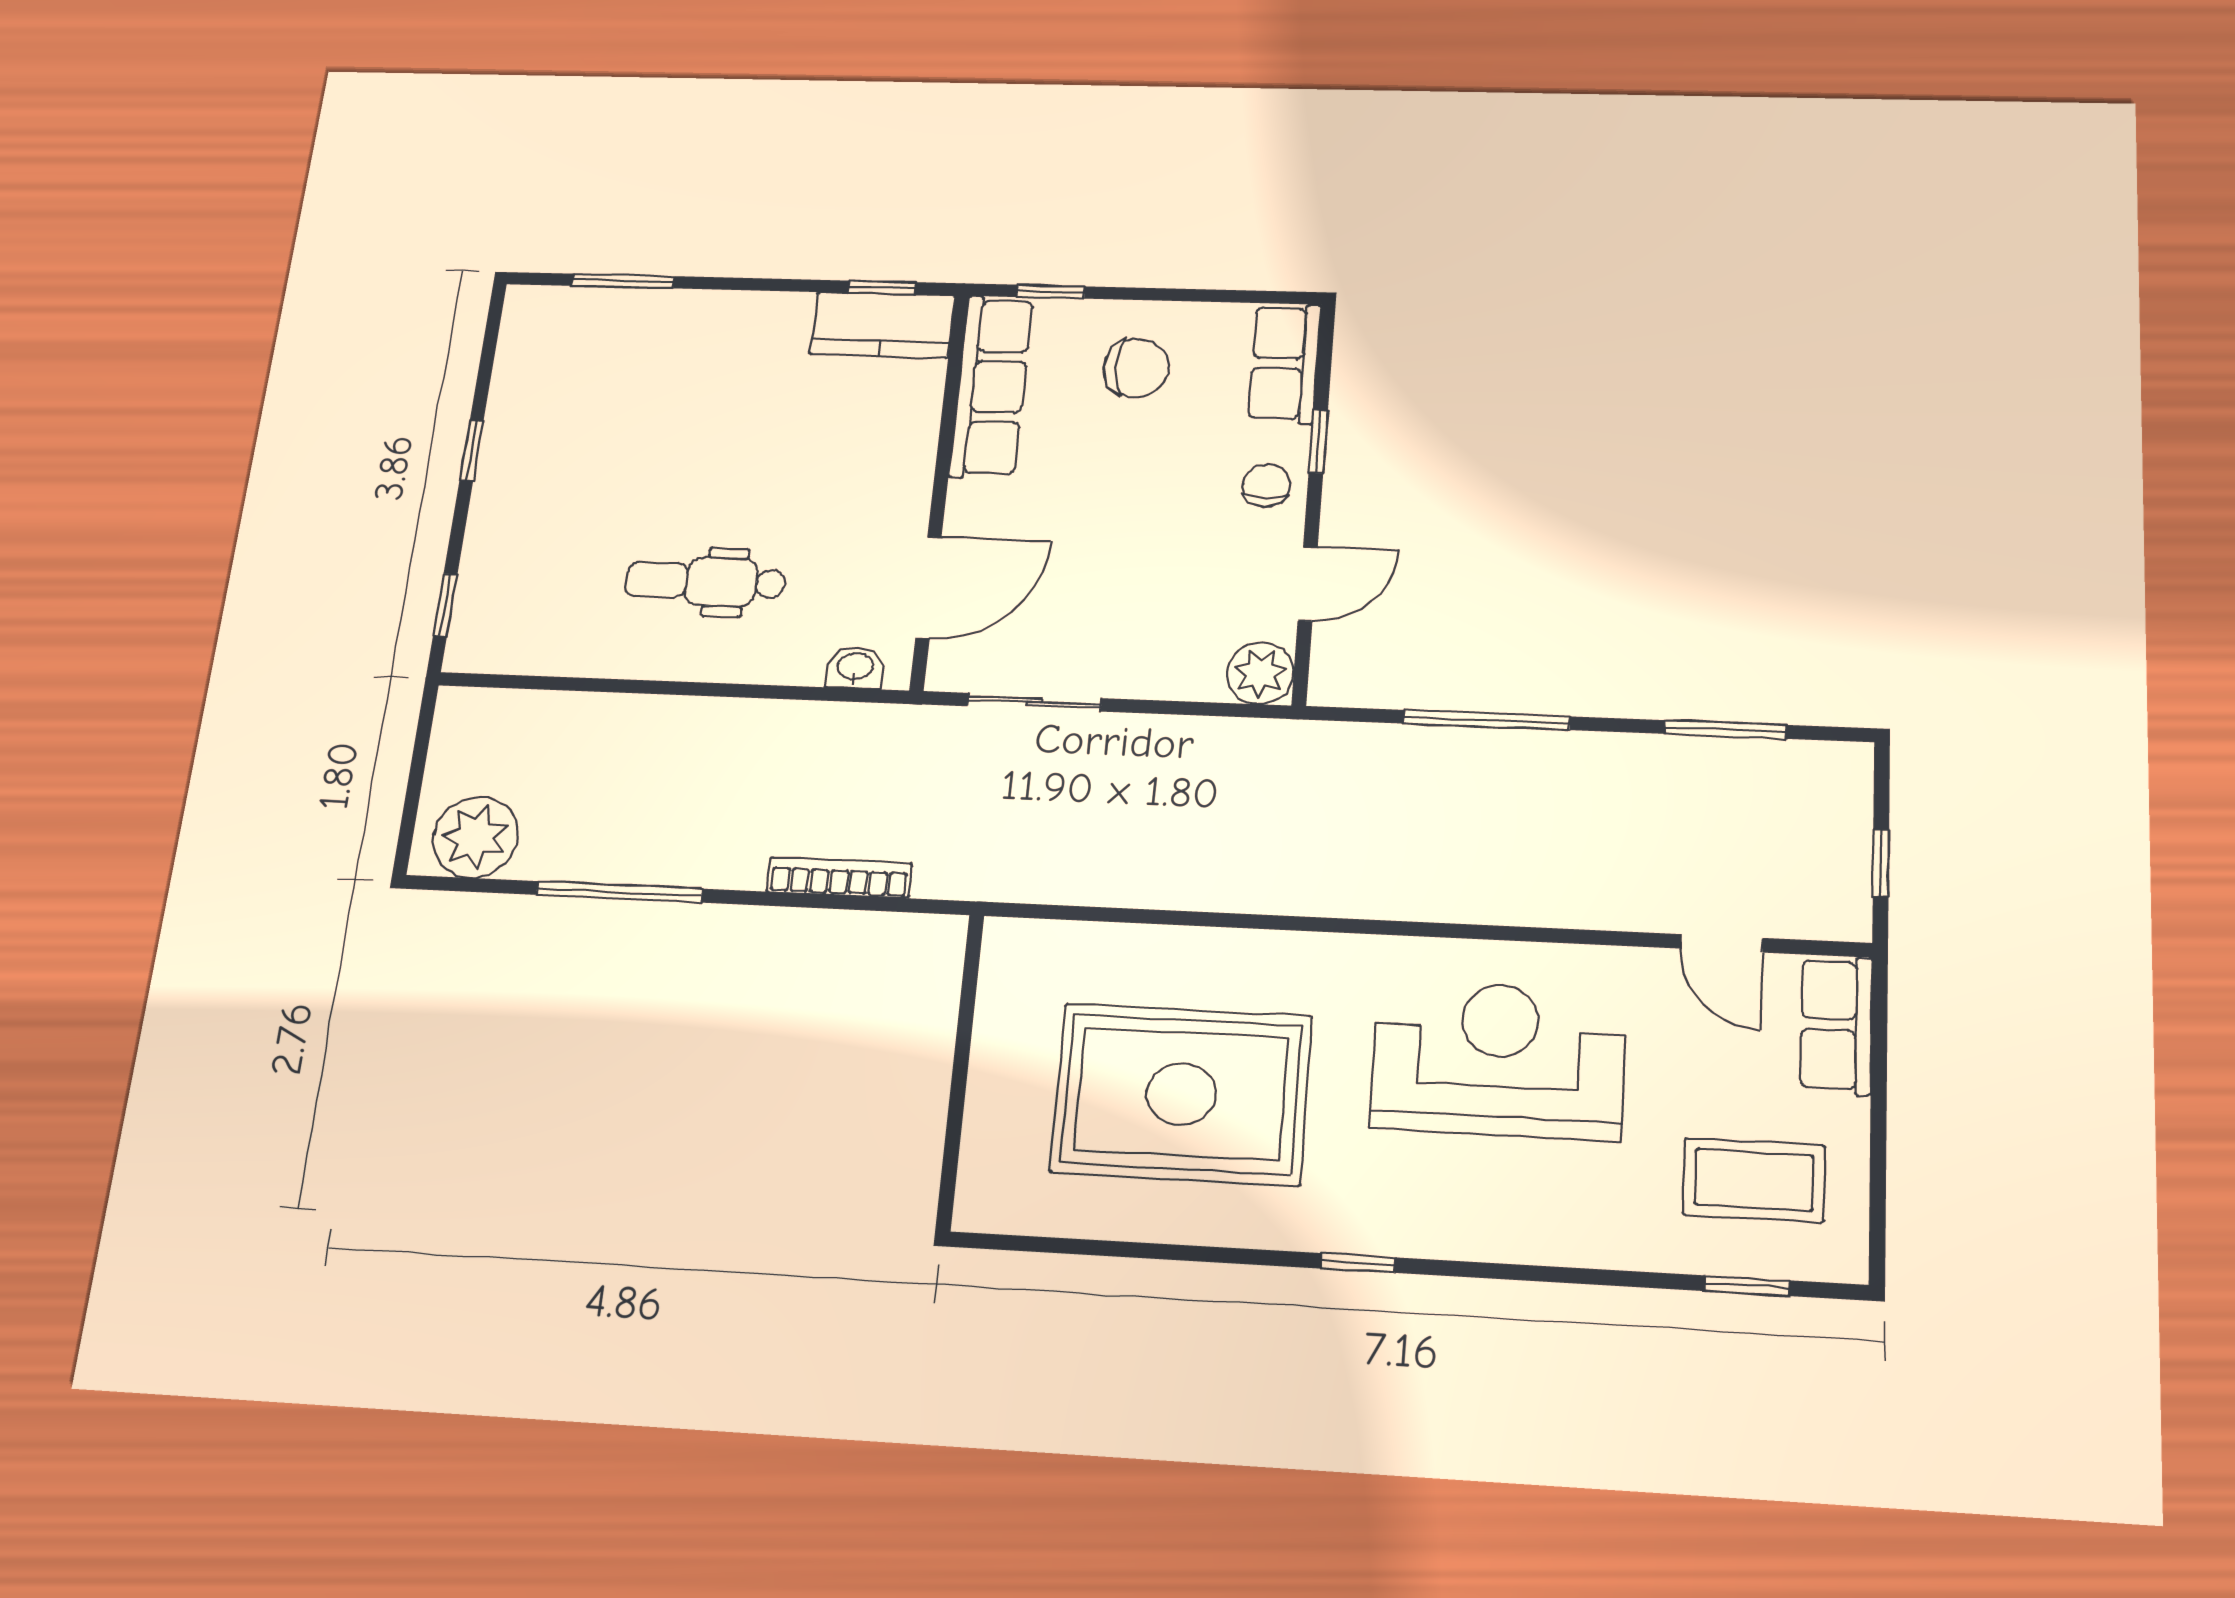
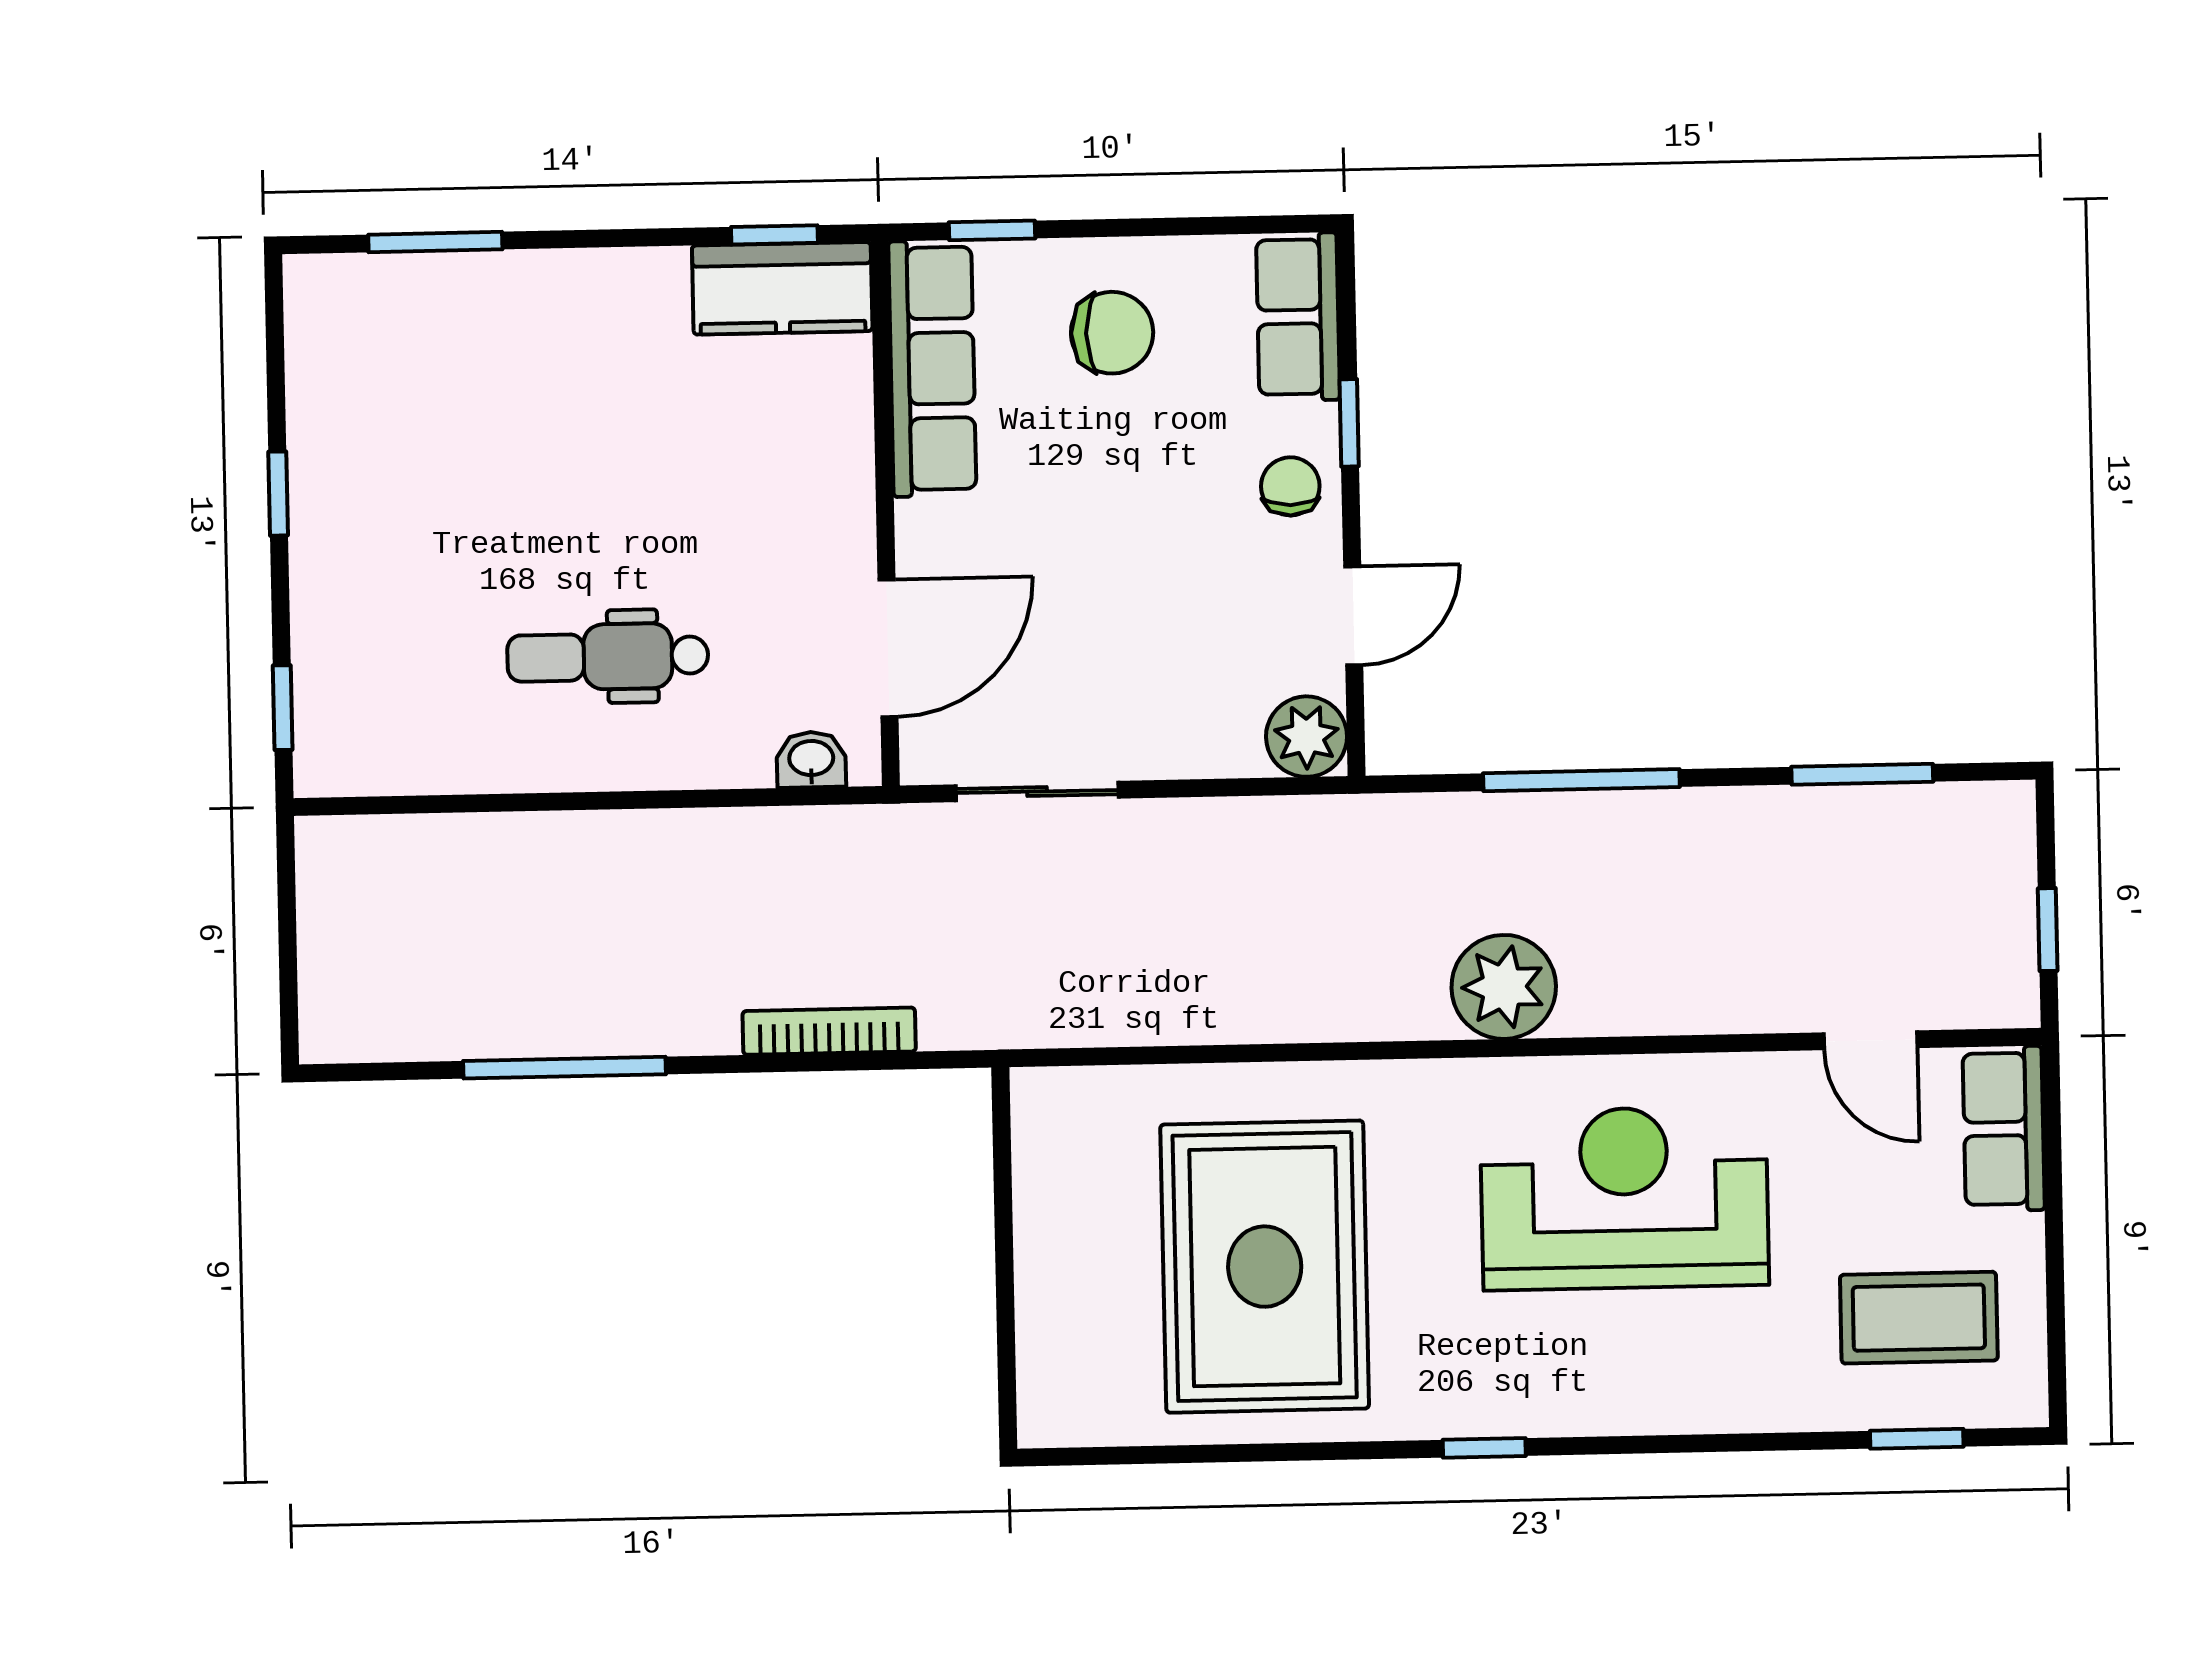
plant: (475, 837) -> (1504, 987), moved
rug: (1181, 1094) -> (1265, 1267), turned 90

